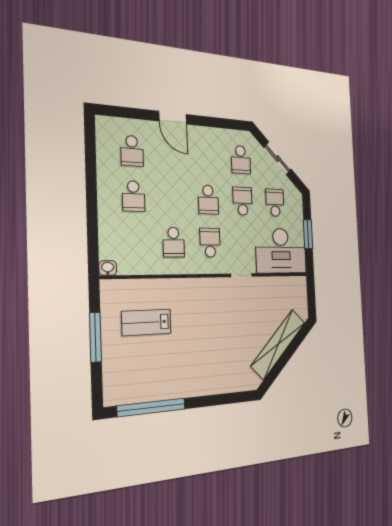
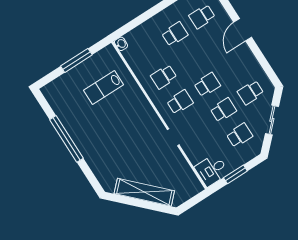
school desk: (133, 196) -> (175, 34), turned 180
school desk: (208, 200) -> (207, 85), turned 180
desk: (281, 251) -> (212, 170), width x0.53, depth x0.77
lab bench: (146, 322) -> (104, 88), turned -90
window: (152, 407) -> (66, 139), moved

